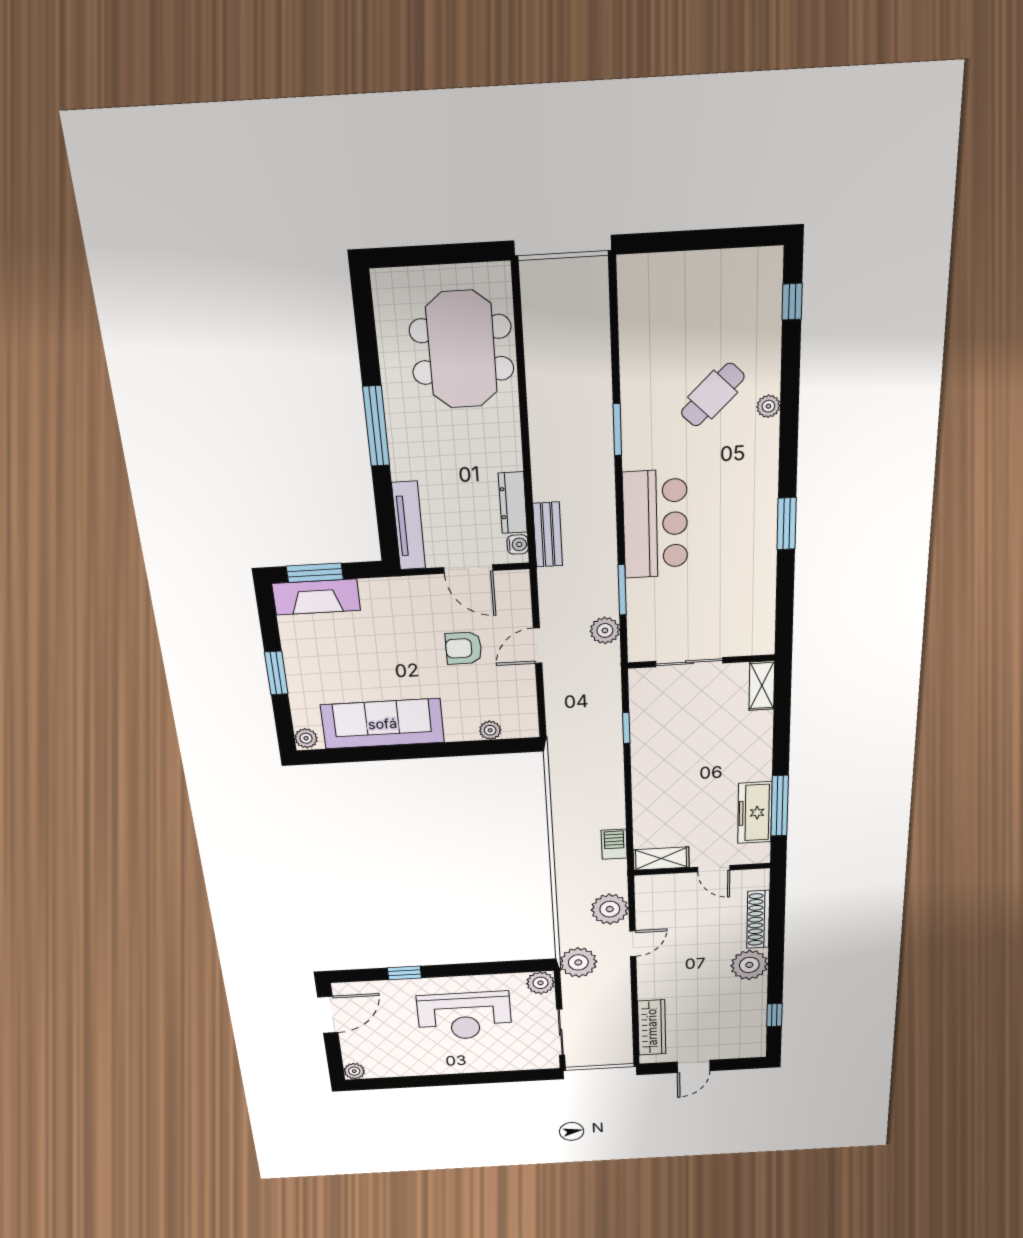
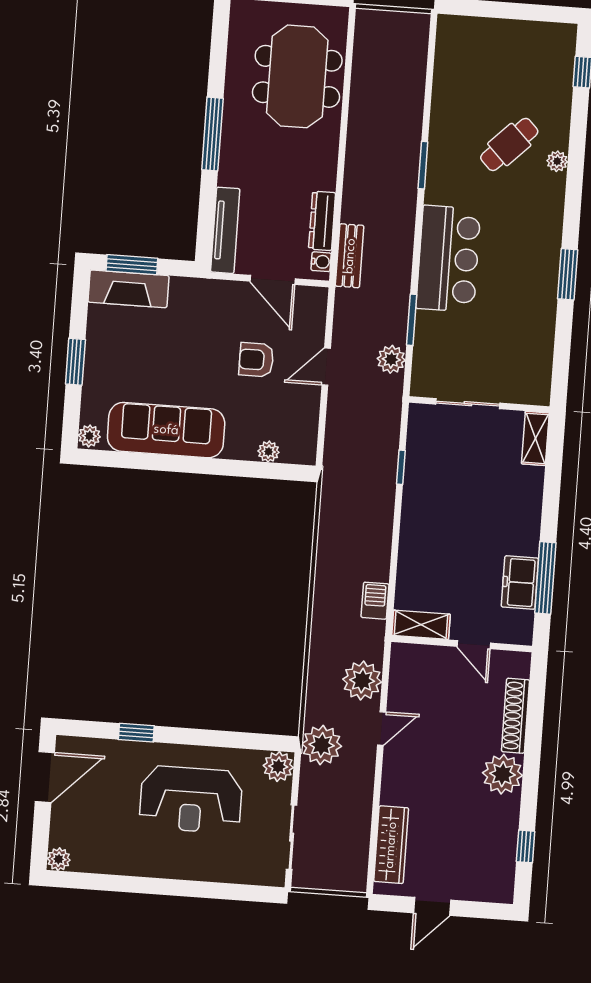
freezer: (755, 813) -> (520, 583), width x0.71

